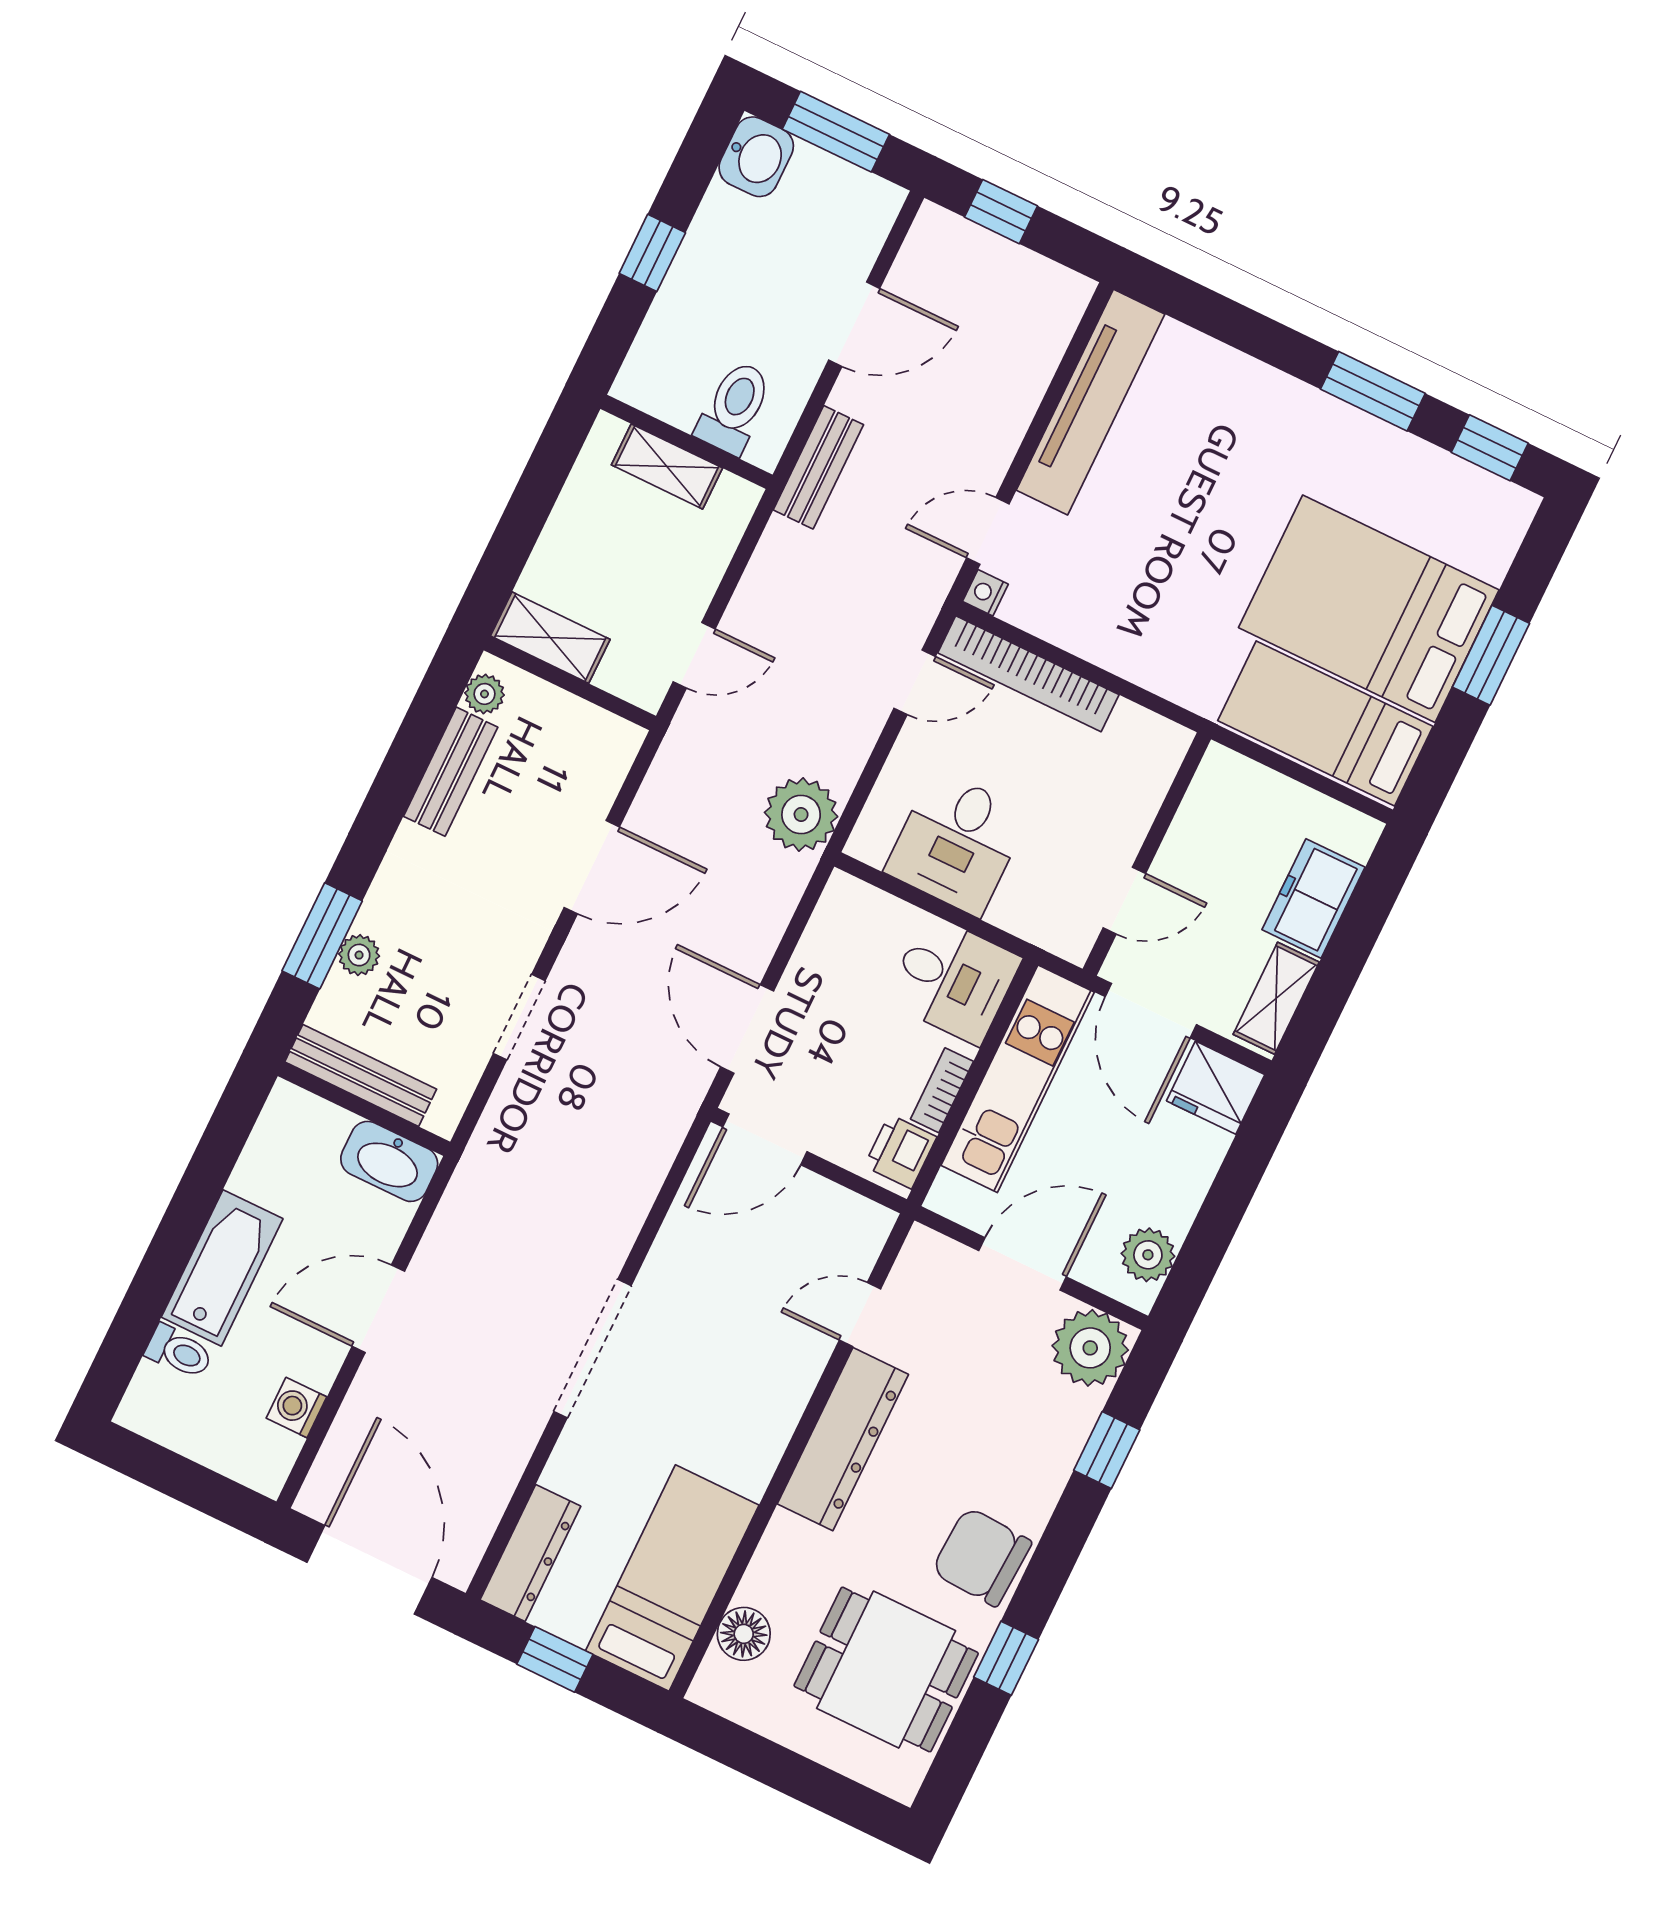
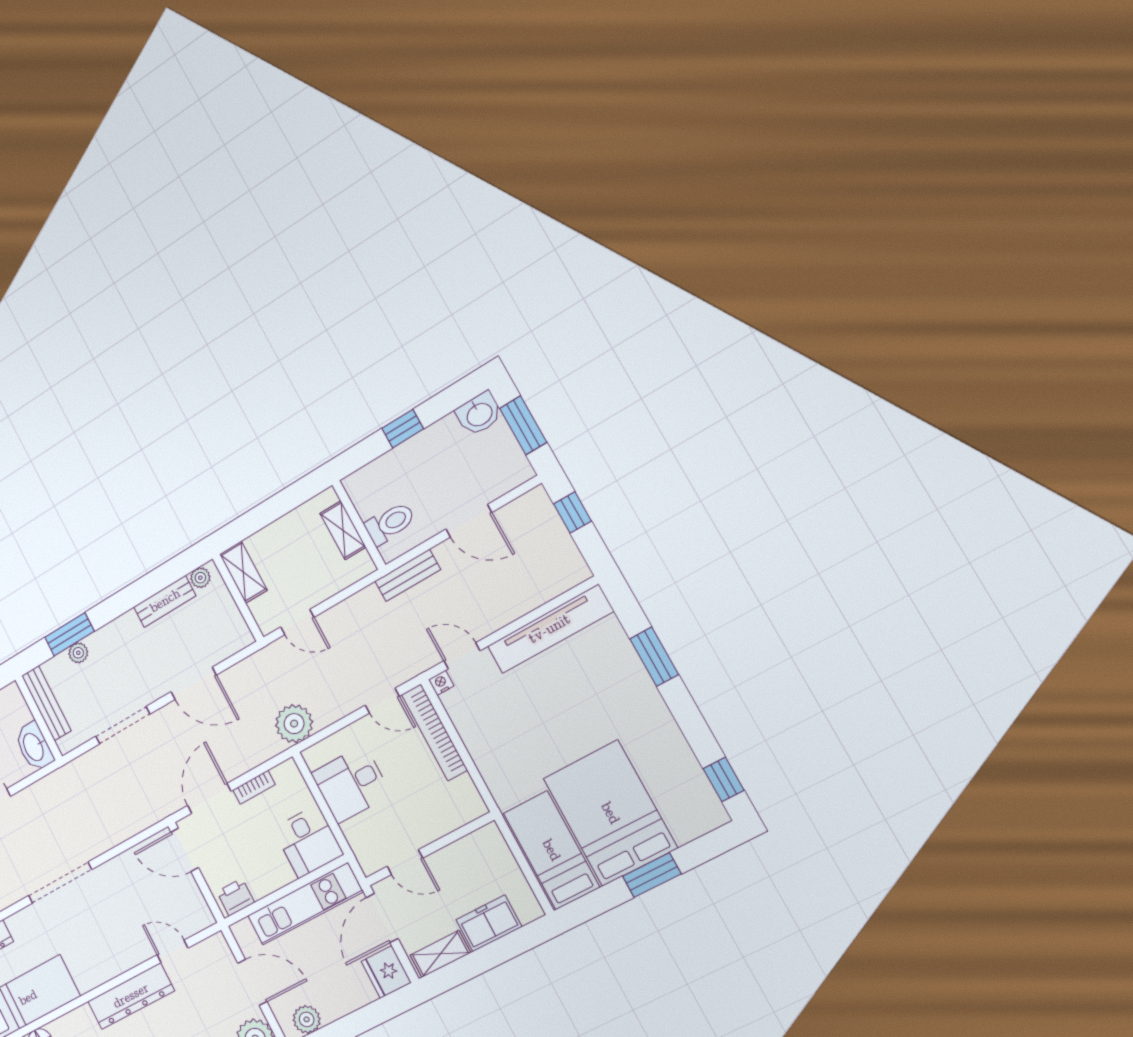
window: (1373, 391) -> (654, 657), moved
doorway: (519, 1017) -> (123, 725), width x1.38
bookcase: (942, 1090) -> (254, 787), moved, turned 180

